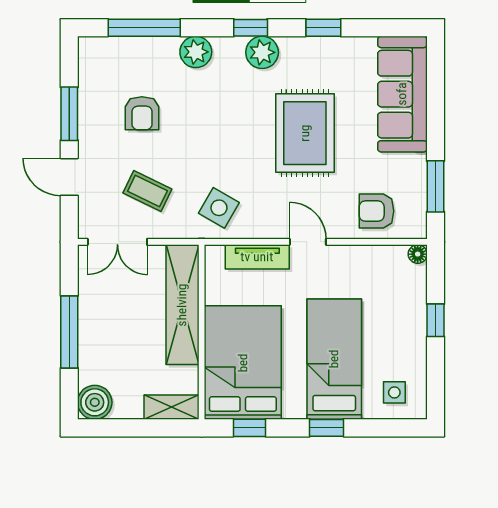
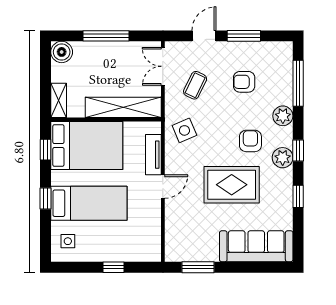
side table: (219, 208) -> (184, 130), turned 37
armchair: (376, 211) -> (250, 141), moved
floor lamp: (418, 254) -> (155, 256), removed

